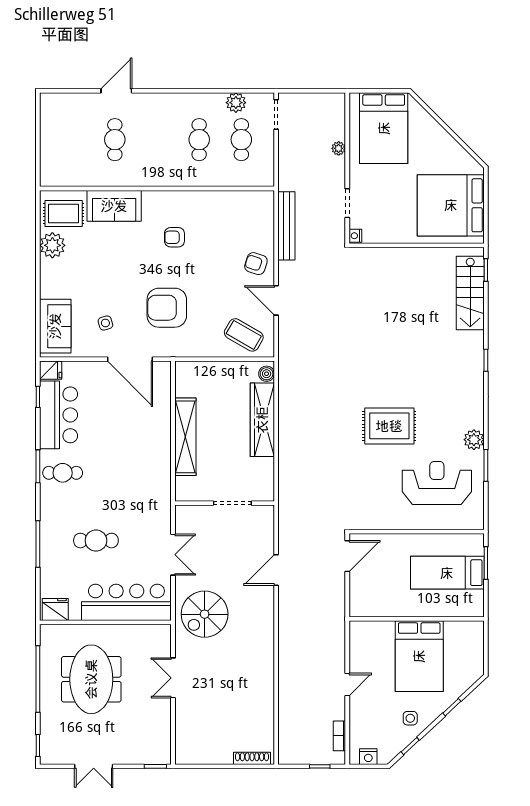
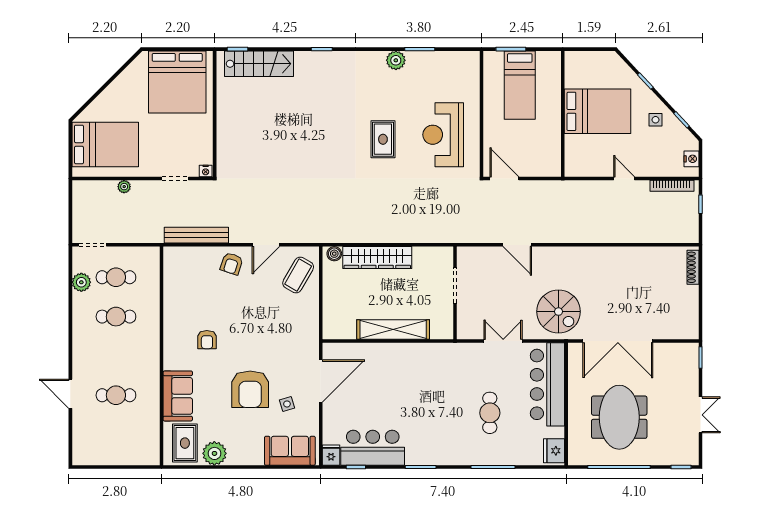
armchair: (167, 308) -> (250, 389), moved
rug: (389, 426) -> (383, 139), width x0.73, depth x0.70
cafe table: (63, 473) -> (427, 444), removed
reception desk: (437, 483) -> (443, 135), moved
double door: (173, 678) -> (618, 341), width x1.87
meeting table: (91, 679) -> (619, 417), turned 90
bookcase: (339, 736) -> (672, 186), width x1.56

